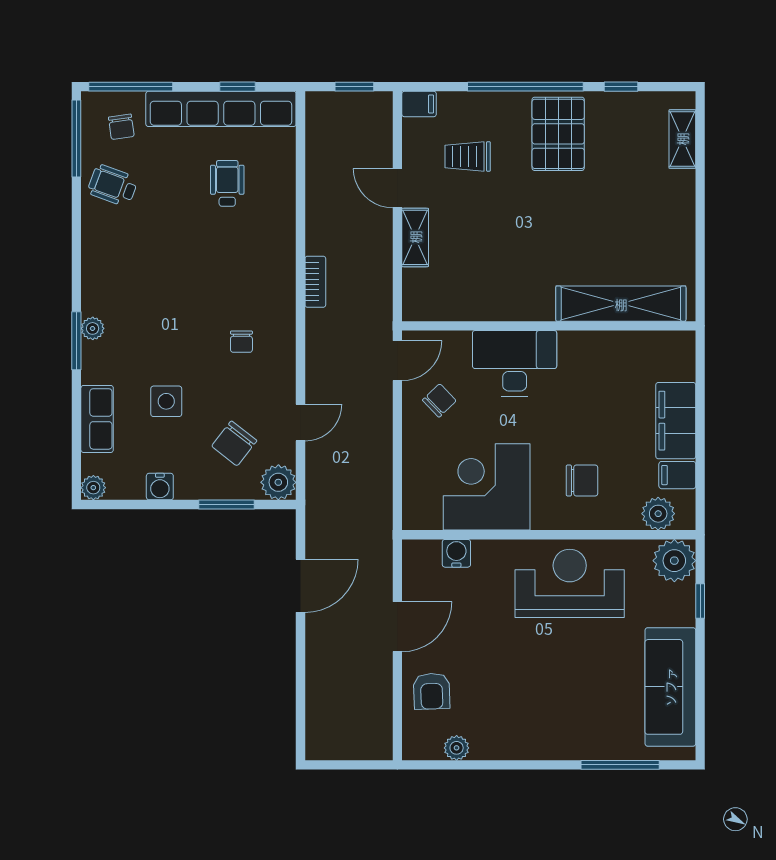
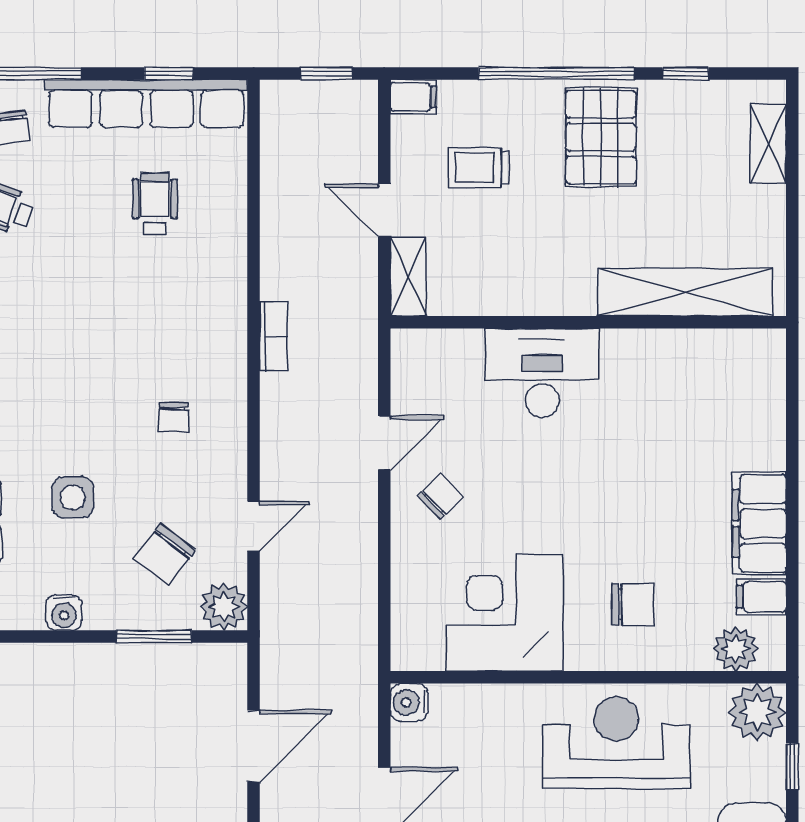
shelving: (621, 304) -> (685, 292), moved
wall: (549, 326) -> (588, 322), moved
desk: (515, 363) -> (542, 373), moved
water cooler: (456, 553) -> (409, 702), moved, turned -90

